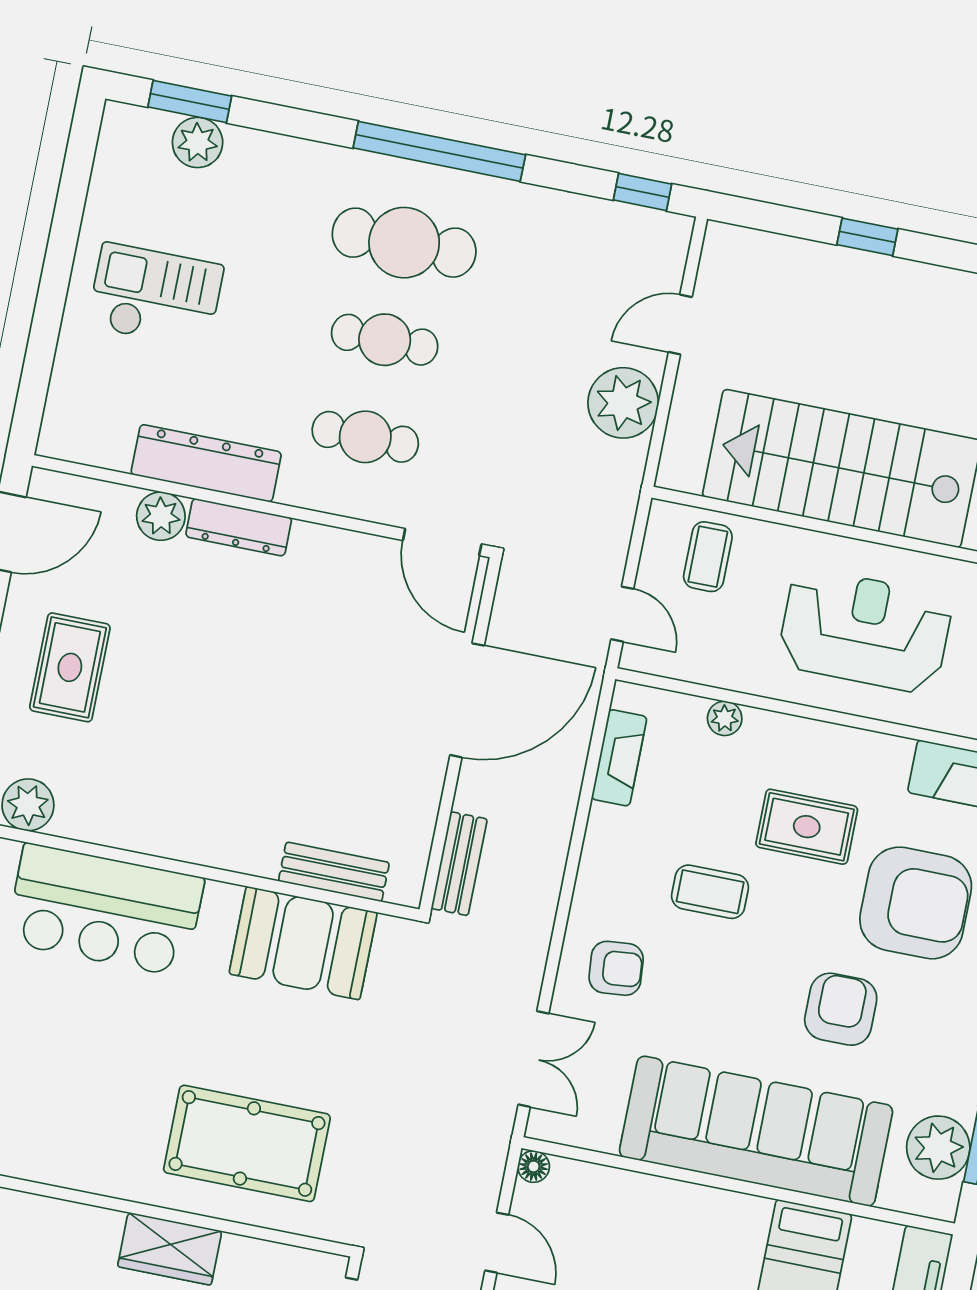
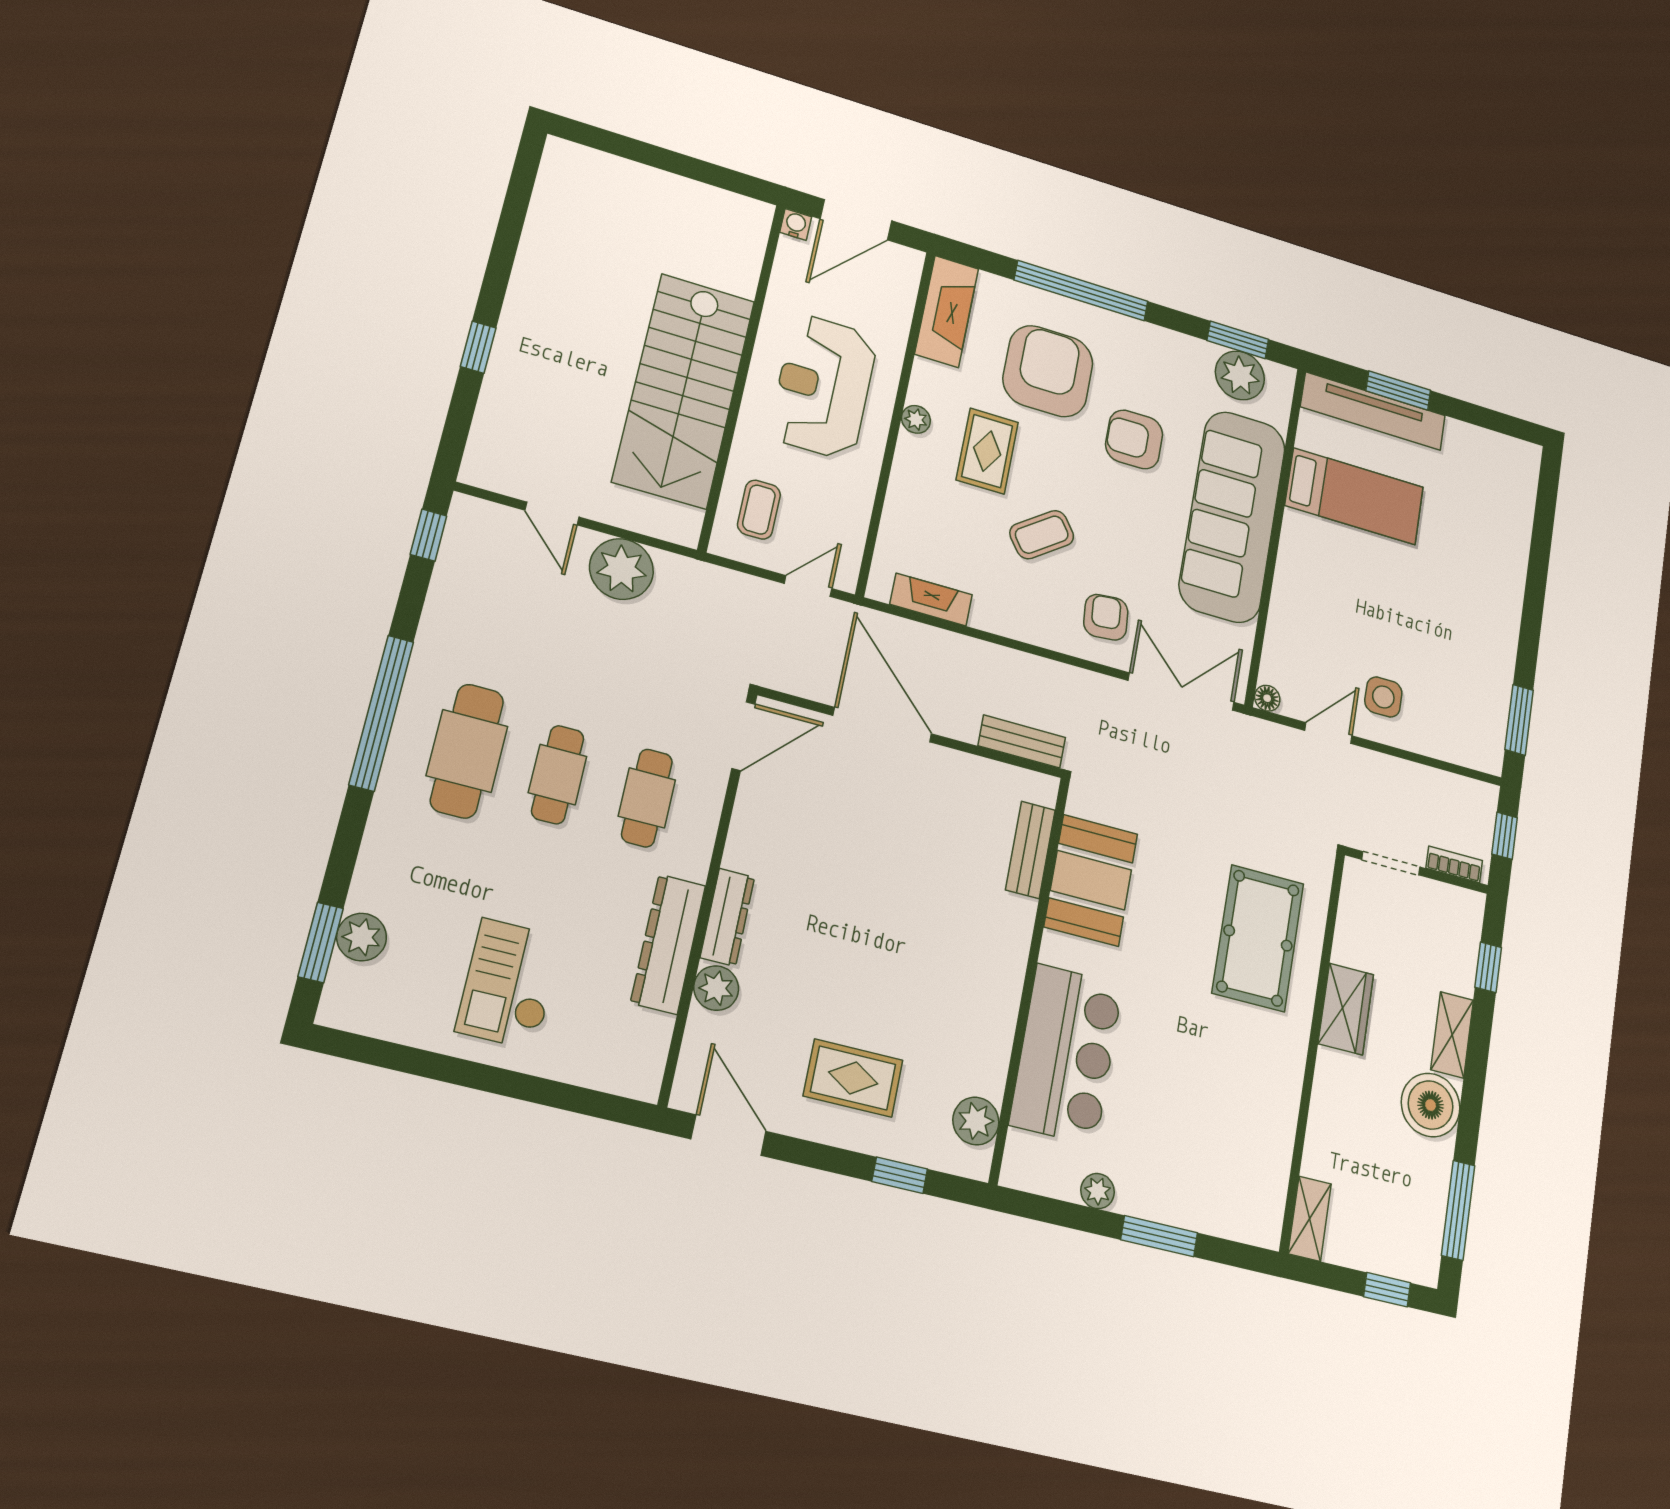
coffee table: (708, 557) -> (759, 510), turned 90
plant: (725, 718) -> (916, 419), moved
coffee table: (710, 892) -> (1042, 535), turned 54
double door: (533, 1059) -> (1181, 691), width x1.37

